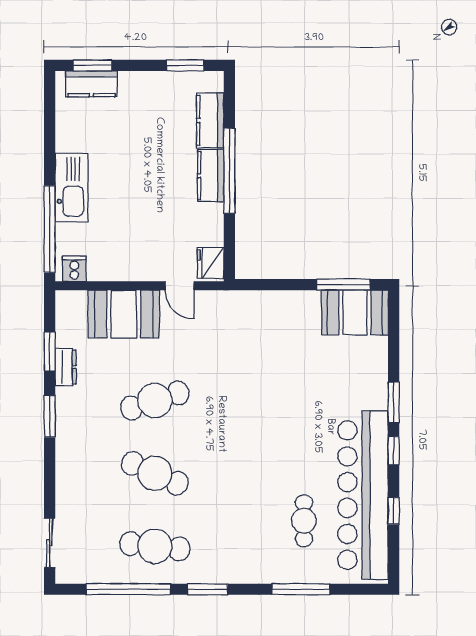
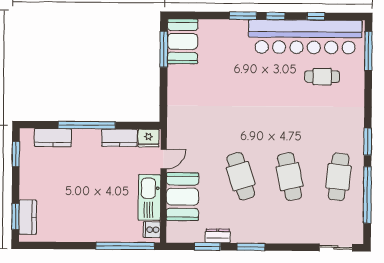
kitchen counter: (211, 176) -> (119, 138), moved
kitchen sink: (72, 188) -> (149, 197), moved, turned -90
cafe table: (155, 473) -> (290, 176), turned -36
window: (301, 589) -> (368, 51), moved

